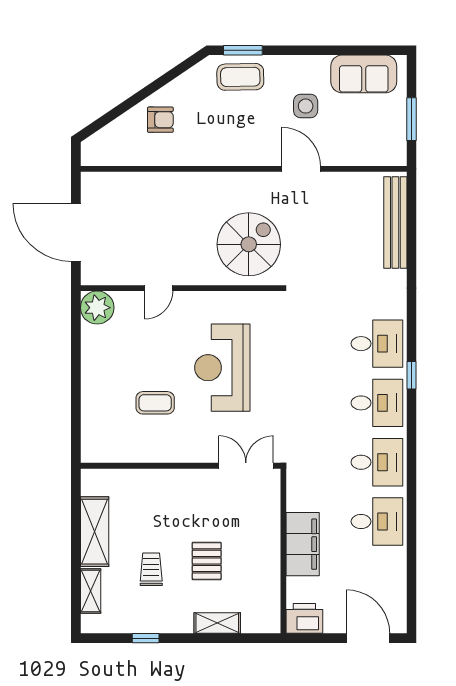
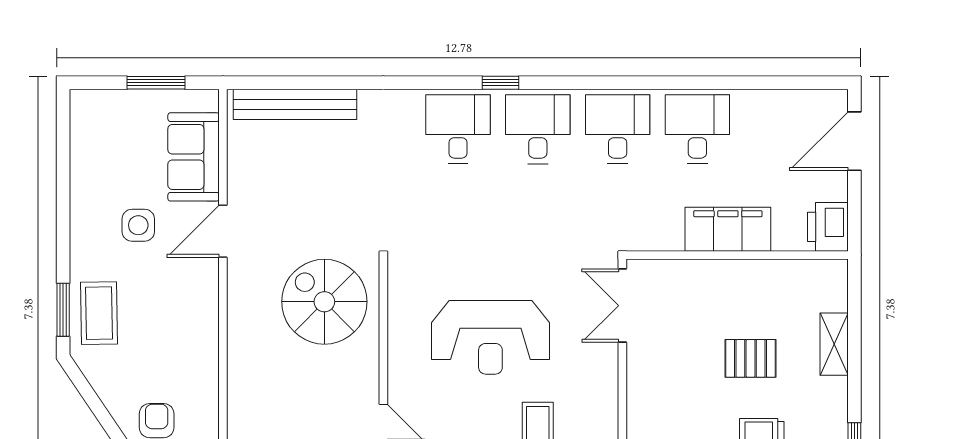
sofa: (364, 74) -> (194, 157), moved, turned 180

